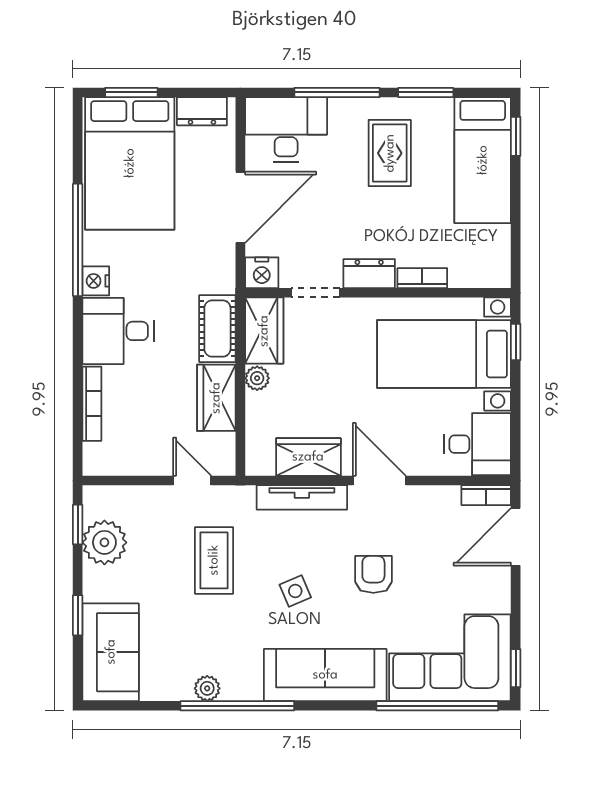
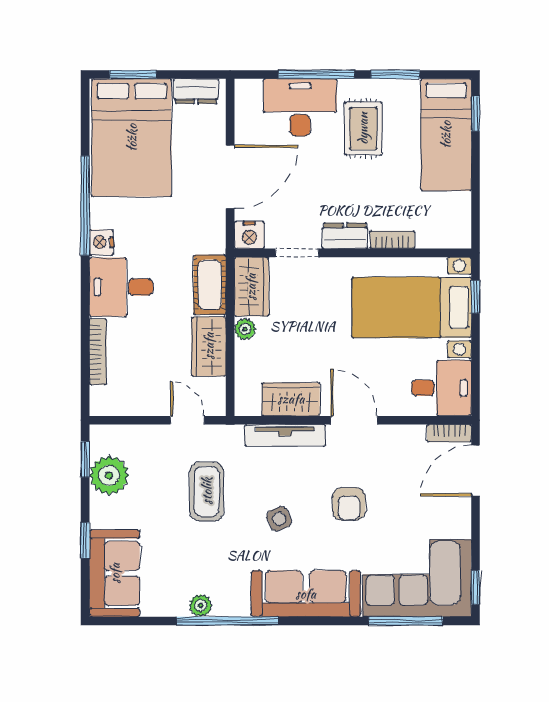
desk: (286, 129) -> (300, 107), moved
armchair: (373, 574) -> (349, 504), turned 180
window: (437, 706) -> (406, 621), width x0.68

